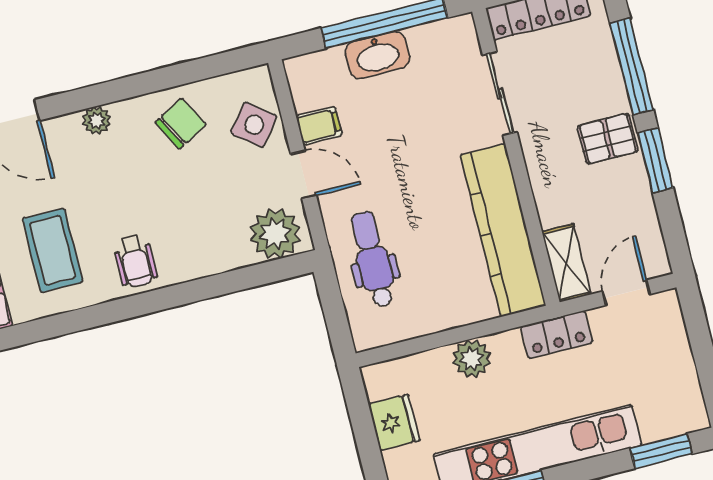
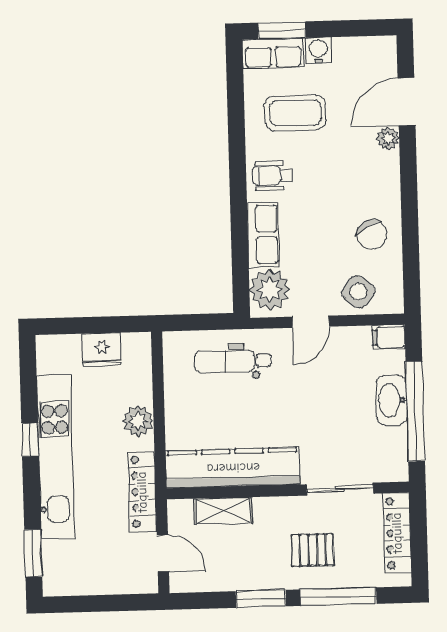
plant: (97, 120) -> (388, 138), moved
filing cabinet: (319, 126) -> (389, 337), moved, turned 90
pallet: (608, 139) -> (313, 550), moved, turned 90
row of seats: (210, 256) -> (263, 235), added
dental chair: (373, 259) -> (233, 361), turned 180
shelving: (566, 263) -> (223, 511), moved
locker: (557, 334) -> (142, 492), width x1.53

